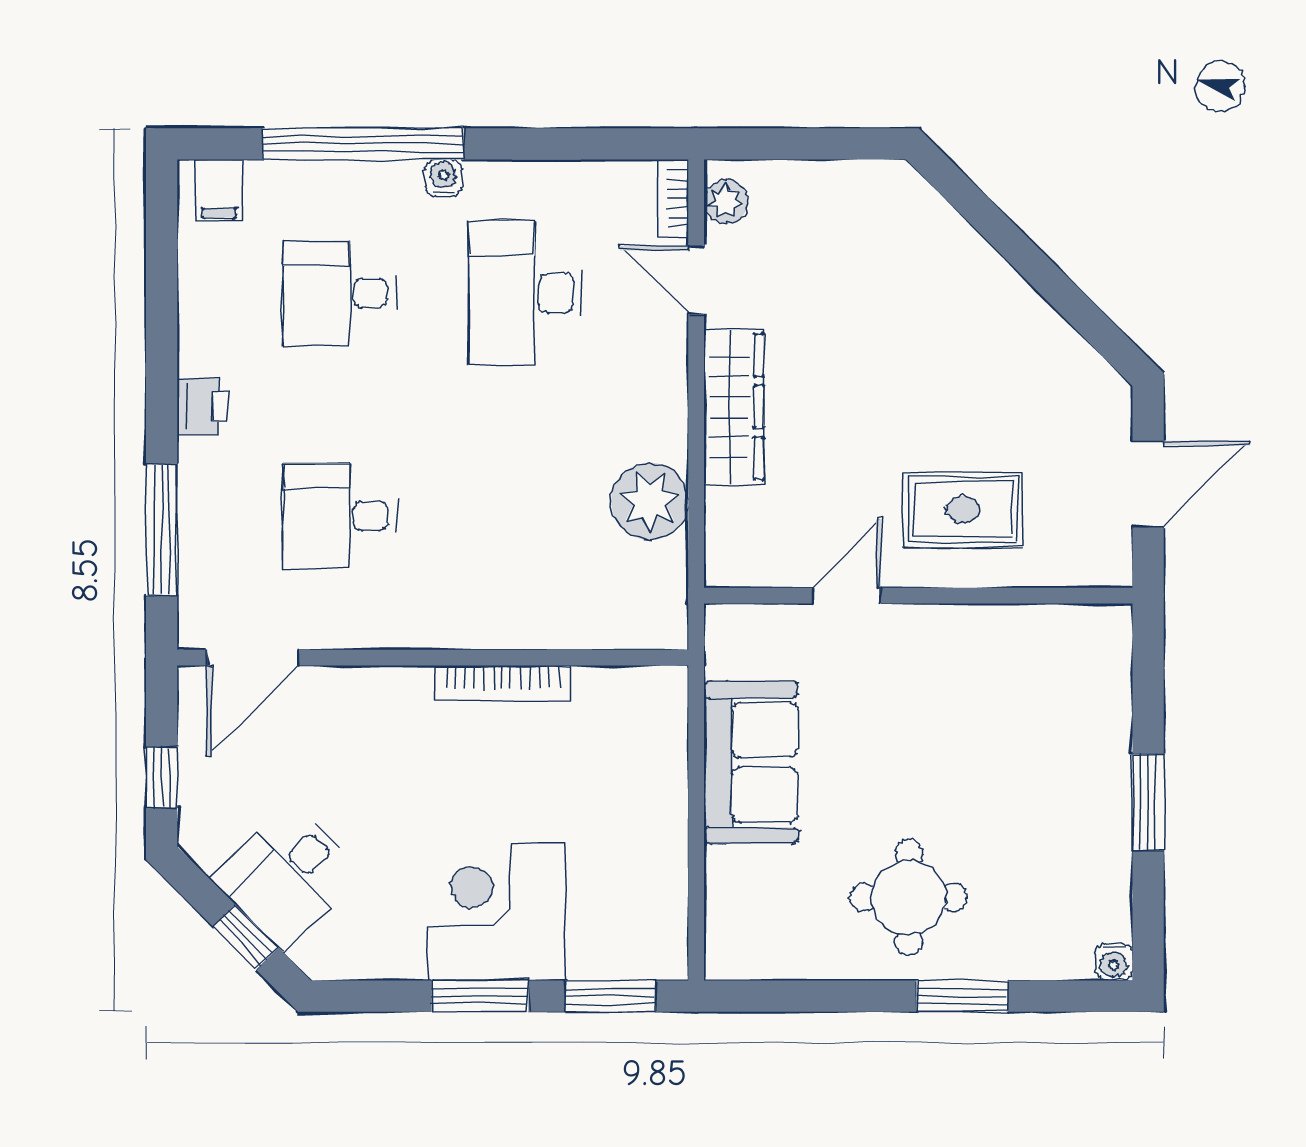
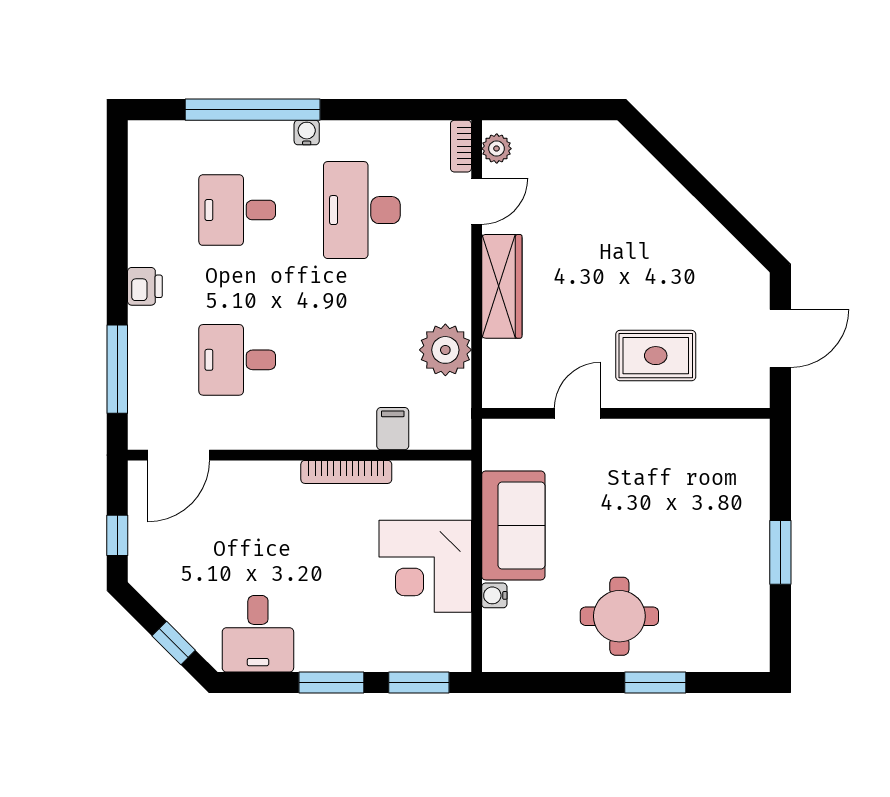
filing cabinet: (219, 191) -> (393, 429), moved, turned 180
door: (696, 280) -> (477, 201), swing flipped
desk: (287, 876) -> (258, 634), moved, turned -45
corner desk: (497, 912) -> (425, 566), moved, turned -90
water cooler: (1114, 962) -> (494, 595), moved, turned 90

